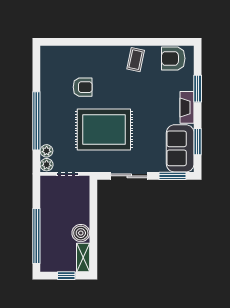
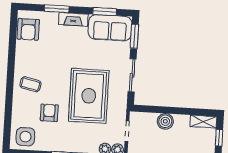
coffee table: (136, 60) -> (31, 84), moved
side table: (55, 62) -> (25, 137), added
boiler: (81, 233) -> (165, 121), moved

